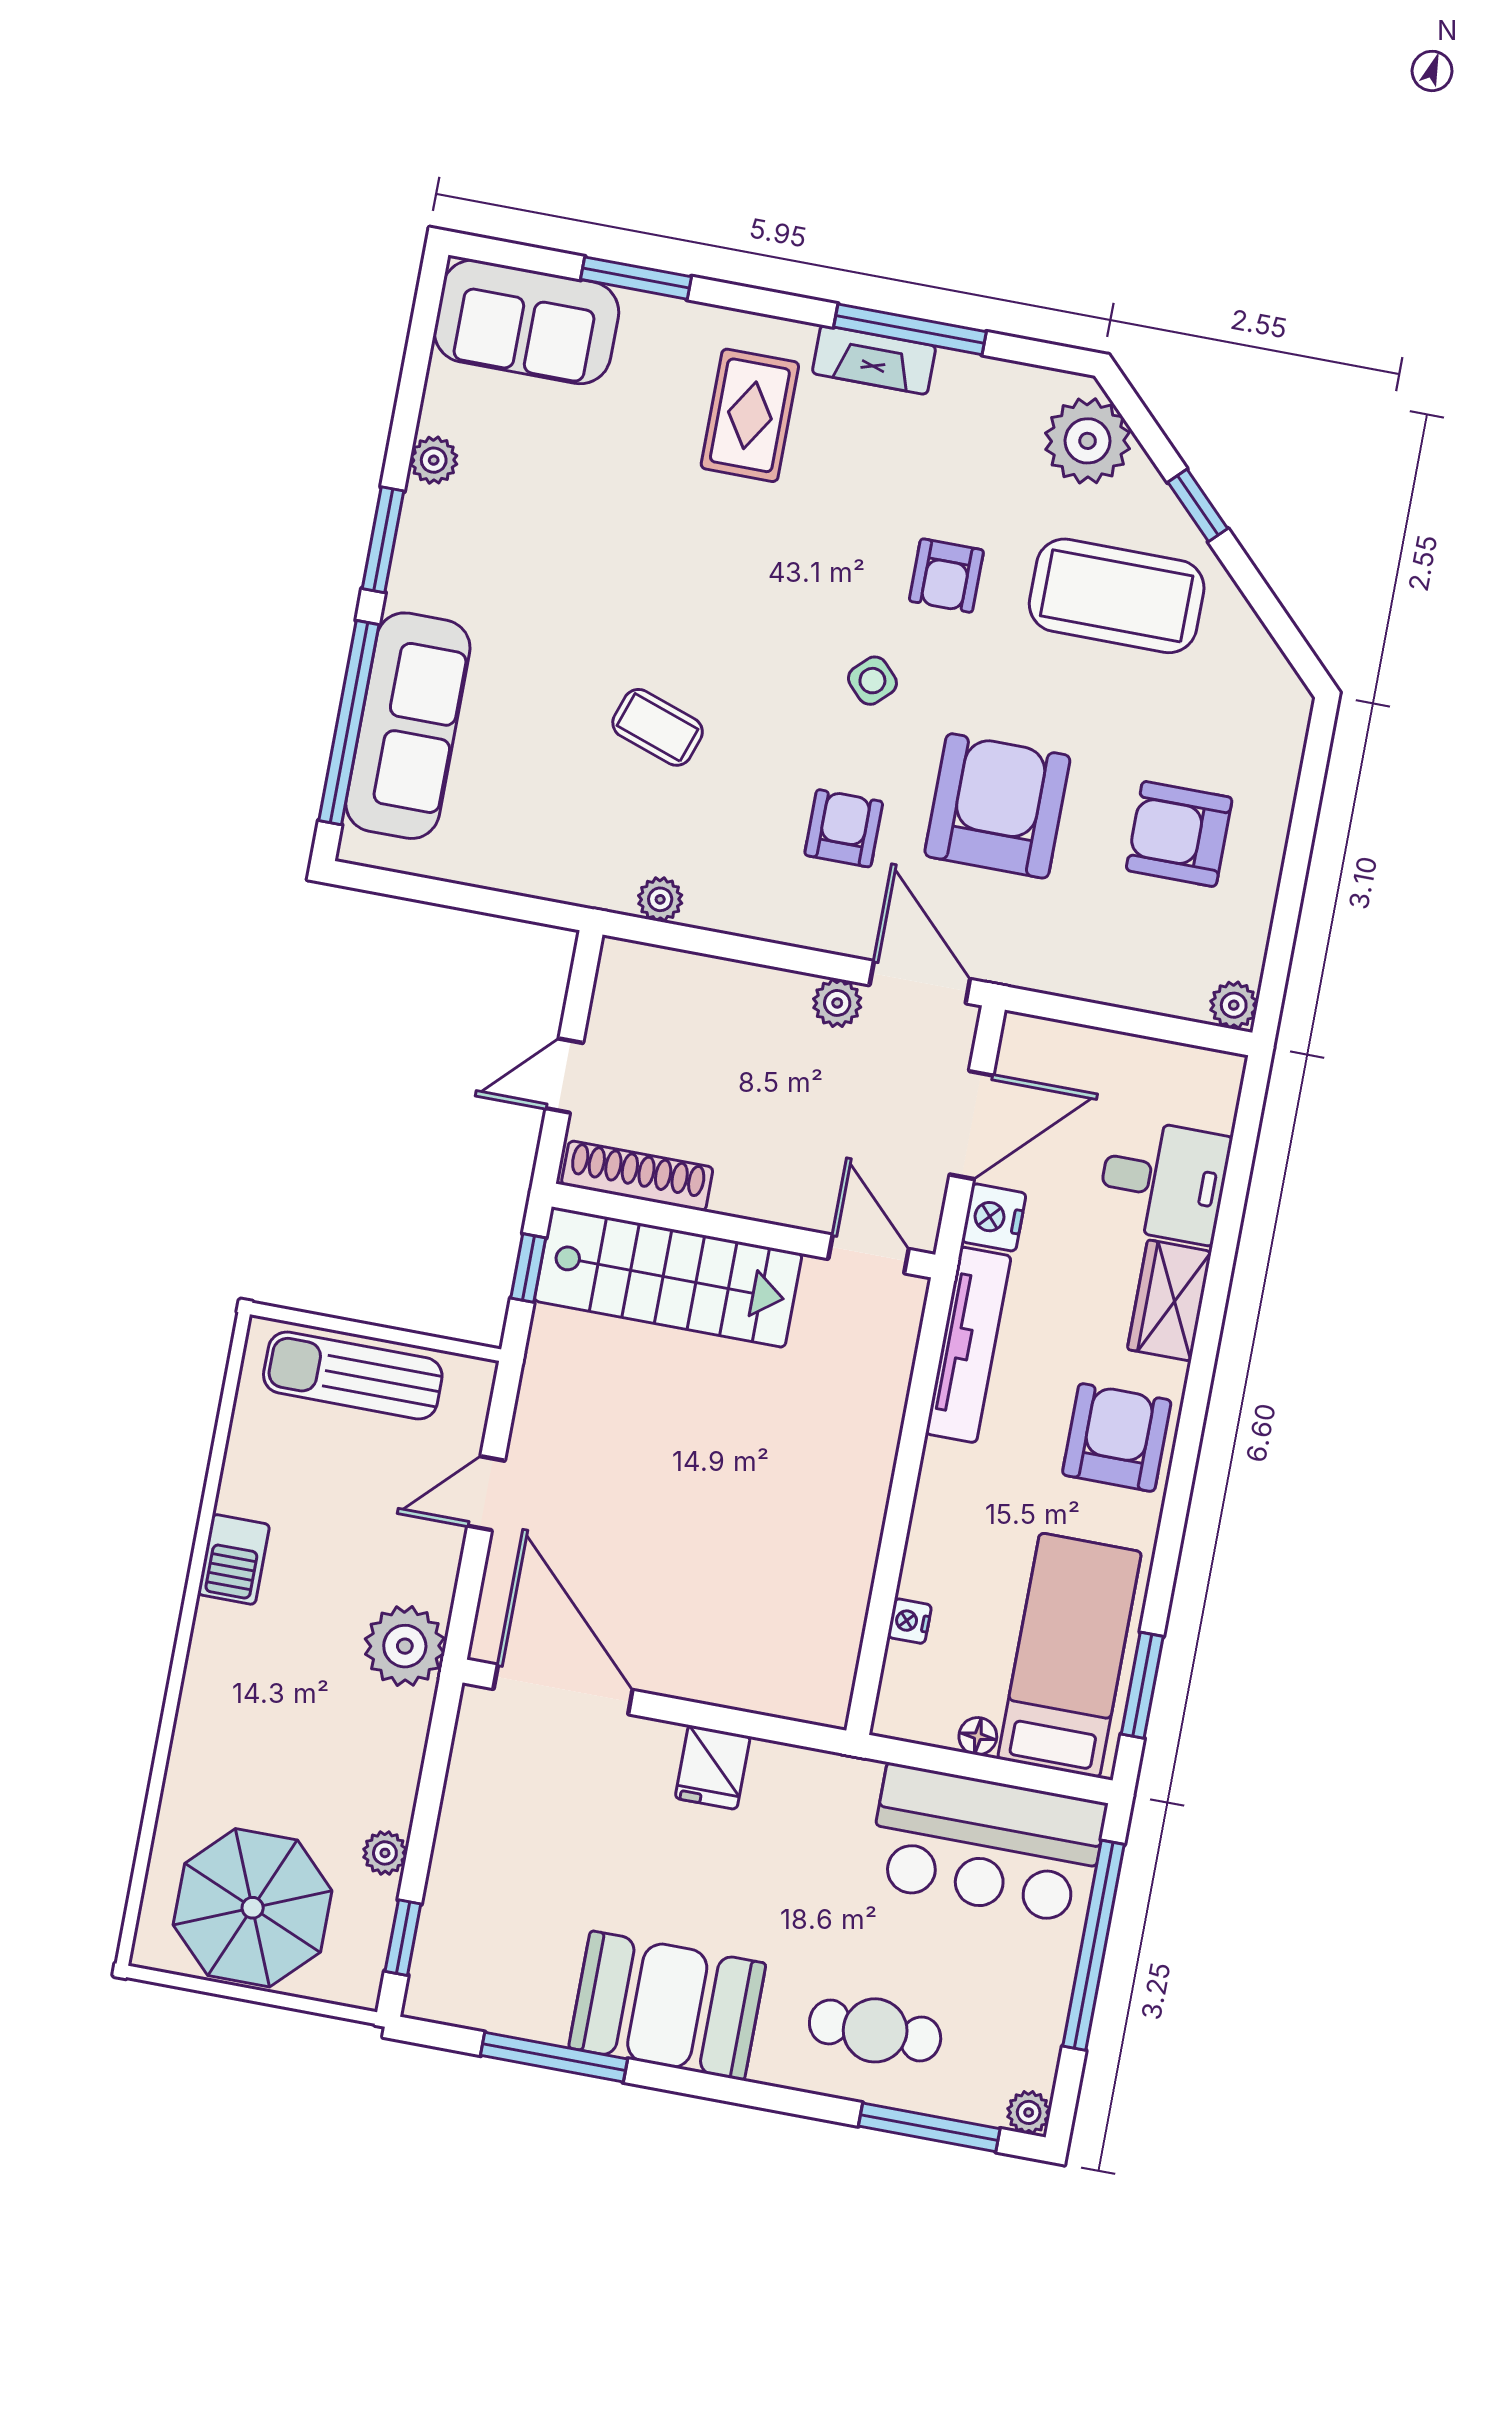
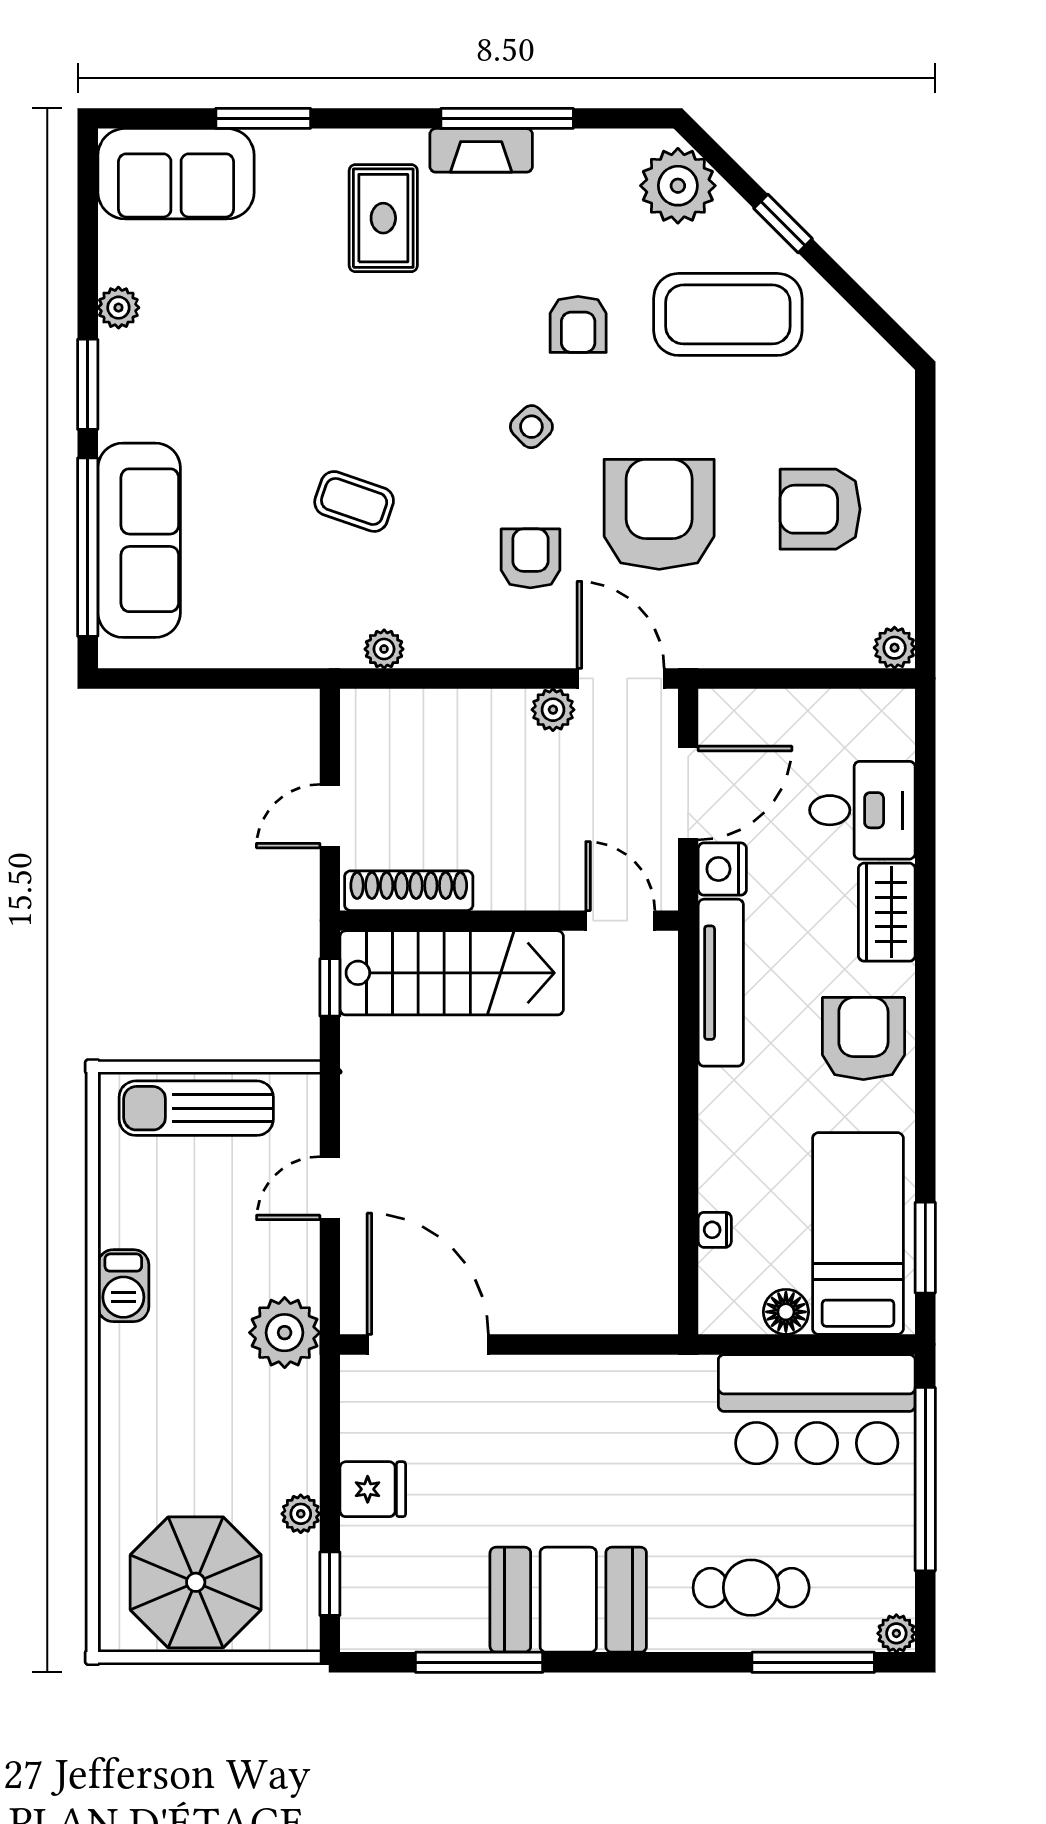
floor lamp: (978, 1736) -> (786, 1312), width x1.37, depth x1.37
fridge: (713, 1767) -> (373, 1489), moved, turned -90

